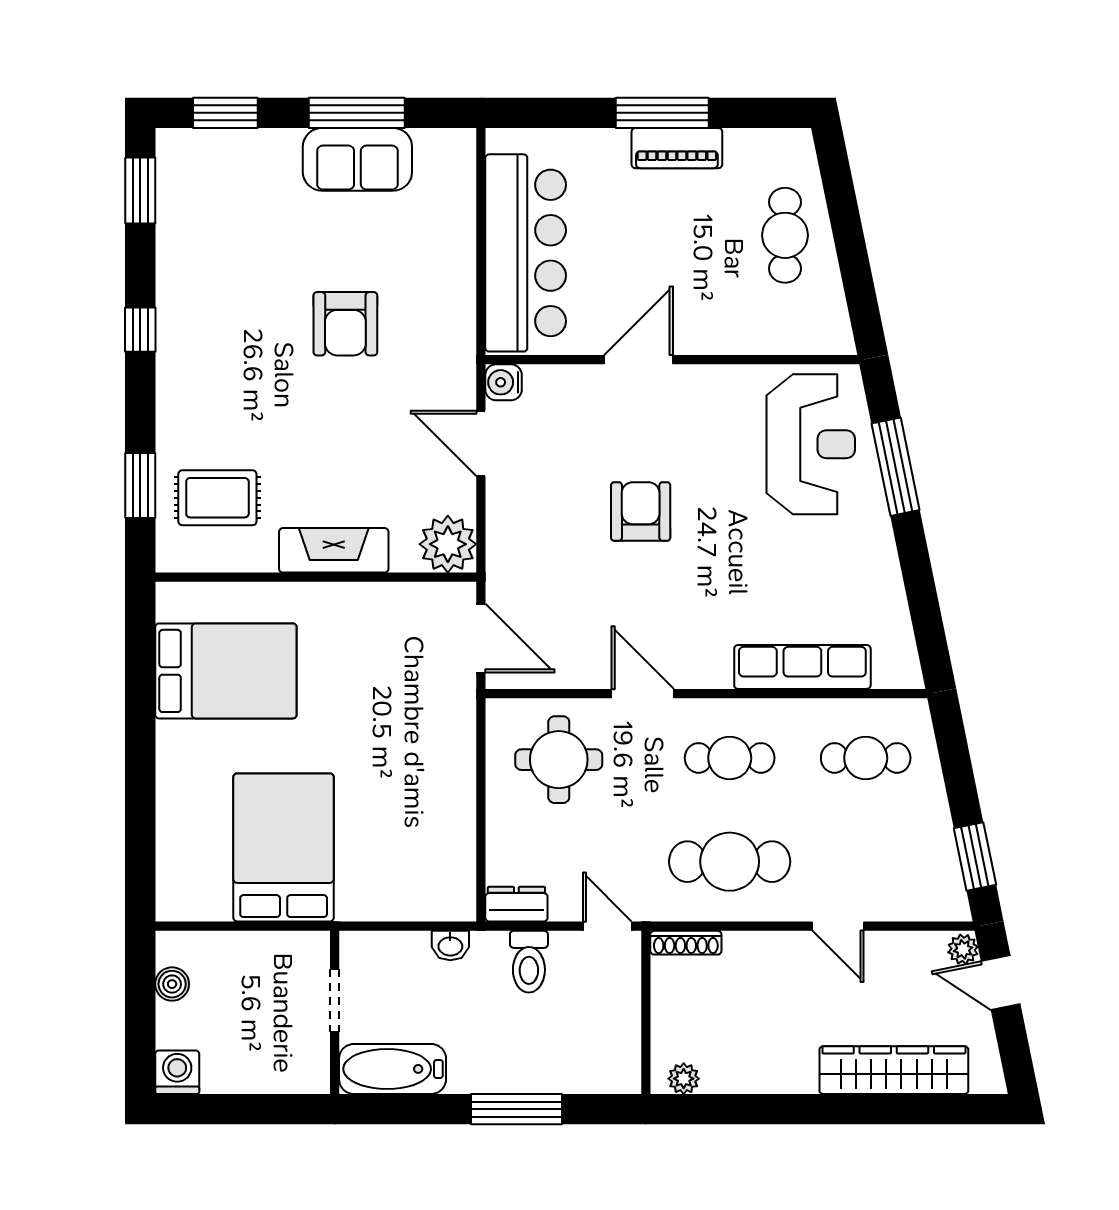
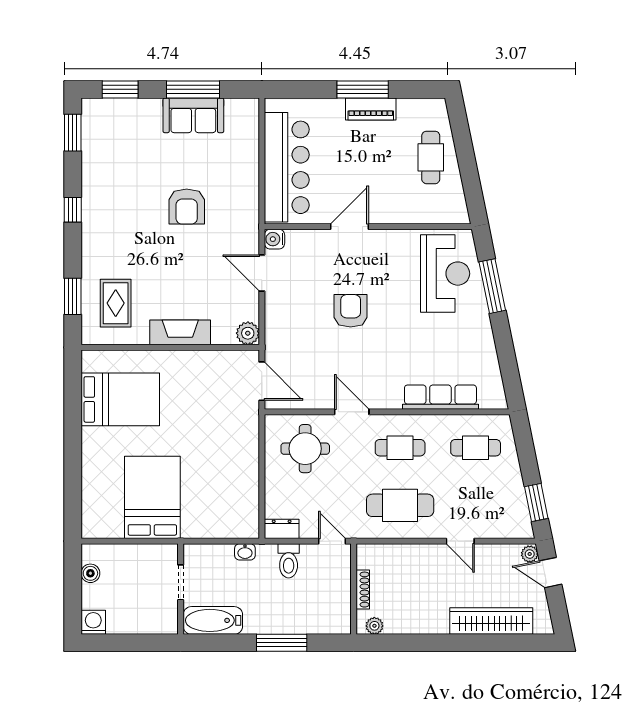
rug: (217, 498) -> (116, 303), turned 90
plant: (448, 544) -> (248, 333), width x0.73, depth x0.73
shoe rack: (686, 943) -> (363, 590), moved, turned -90

